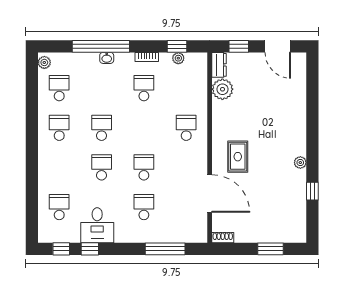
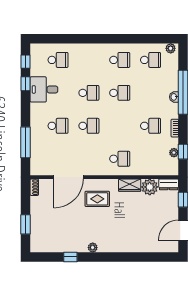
wardrobe: (220, 115) -> (130, 185), added

